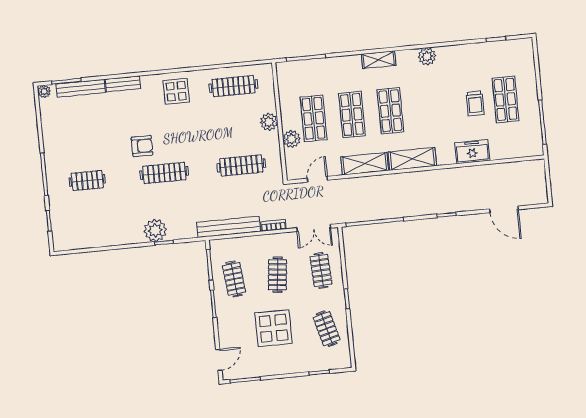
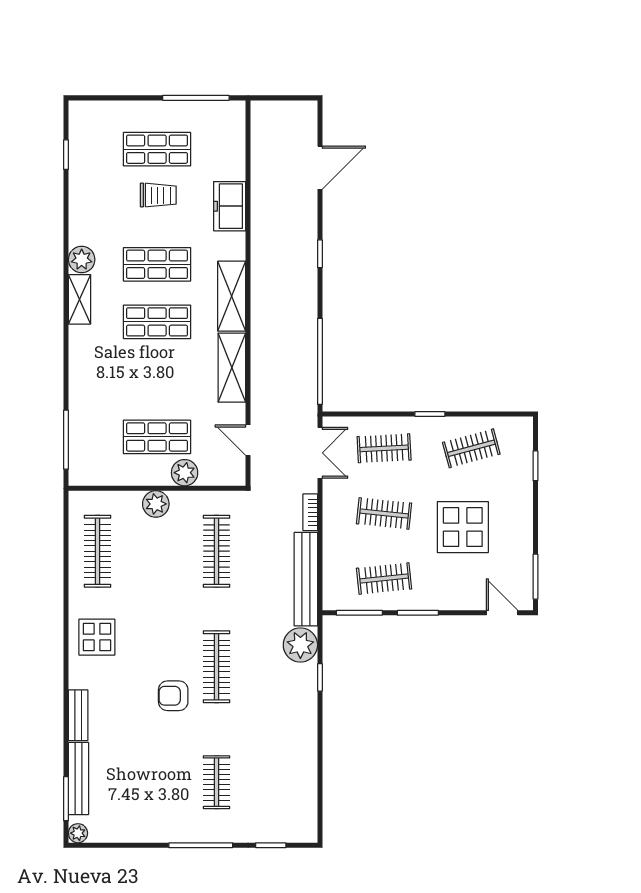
shelving: (379, 60) -> (80, 299), moved
shop shelf: (352, 115) -> (157, 264), moved
armchair: (142, 146) -> (173, 696), turned -90
plant: (155, 230) -> (300, 645), moved

